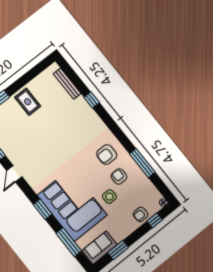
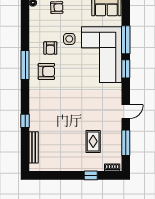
rug: (28, 102) -> (93, 141), moved
window: (142, 163) -> (25, 65), moved
window: (69, 242) -> (126, 40), moved

